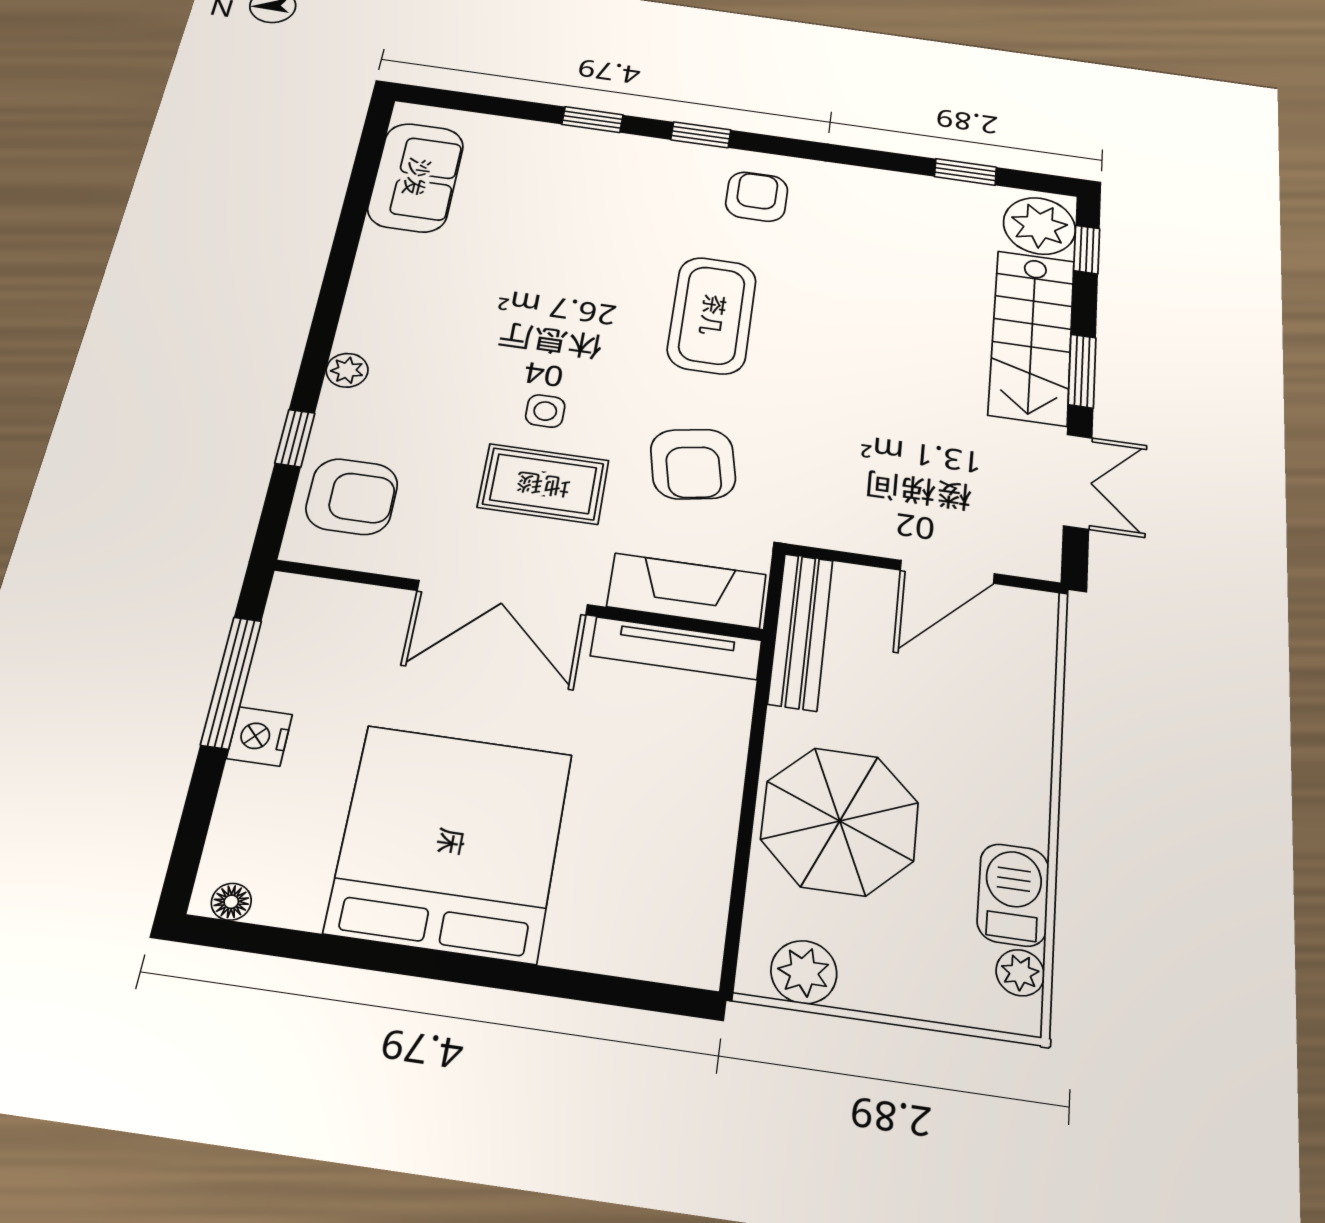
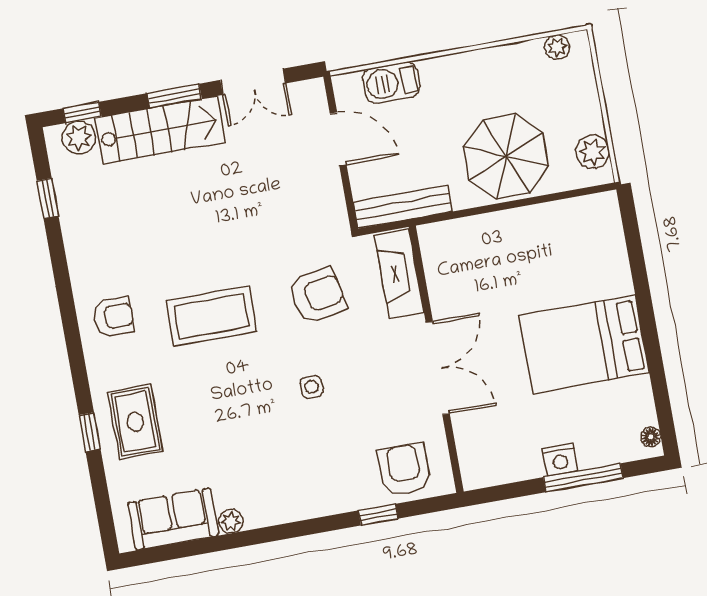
window: (701, 135) -> (77, 364), removed
armchair: (757, 197) -> (114, 317), turned 180
plant: (1039, 226) -> (79, 137), width x0.73, depth x0.73
plant: (347, 370) -> (231, 521), moved
double door: (1078, 481) -> (253, 82), swing flipped
rug: (543, 484) -> (135, 422), moved
tv unit: (676, 648) -> (436, 268), removed
window: (231, 682) -> (583, 478), moved
bed: (450, 842) -> (584, 344), width x0.73
barbecue: (1013, 895) -> (391, 83), moved

